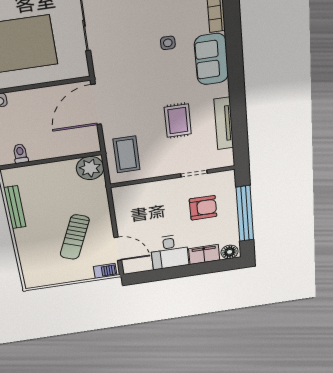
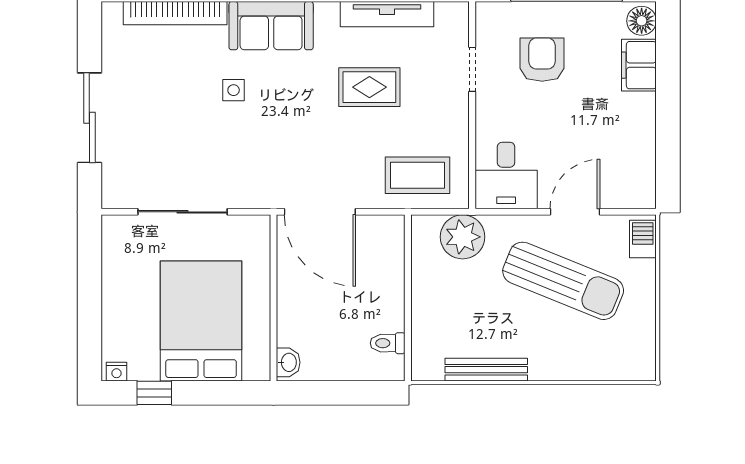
plant: (90, 168) -> (463, 237), moved
sun lounger: (75, 237) -> (563, 281), width x1.36, depth x1.34
door: (118, 249) -> (575, 212), moved
desk: (170, 252) -> (506, 175), moved, turned 90

